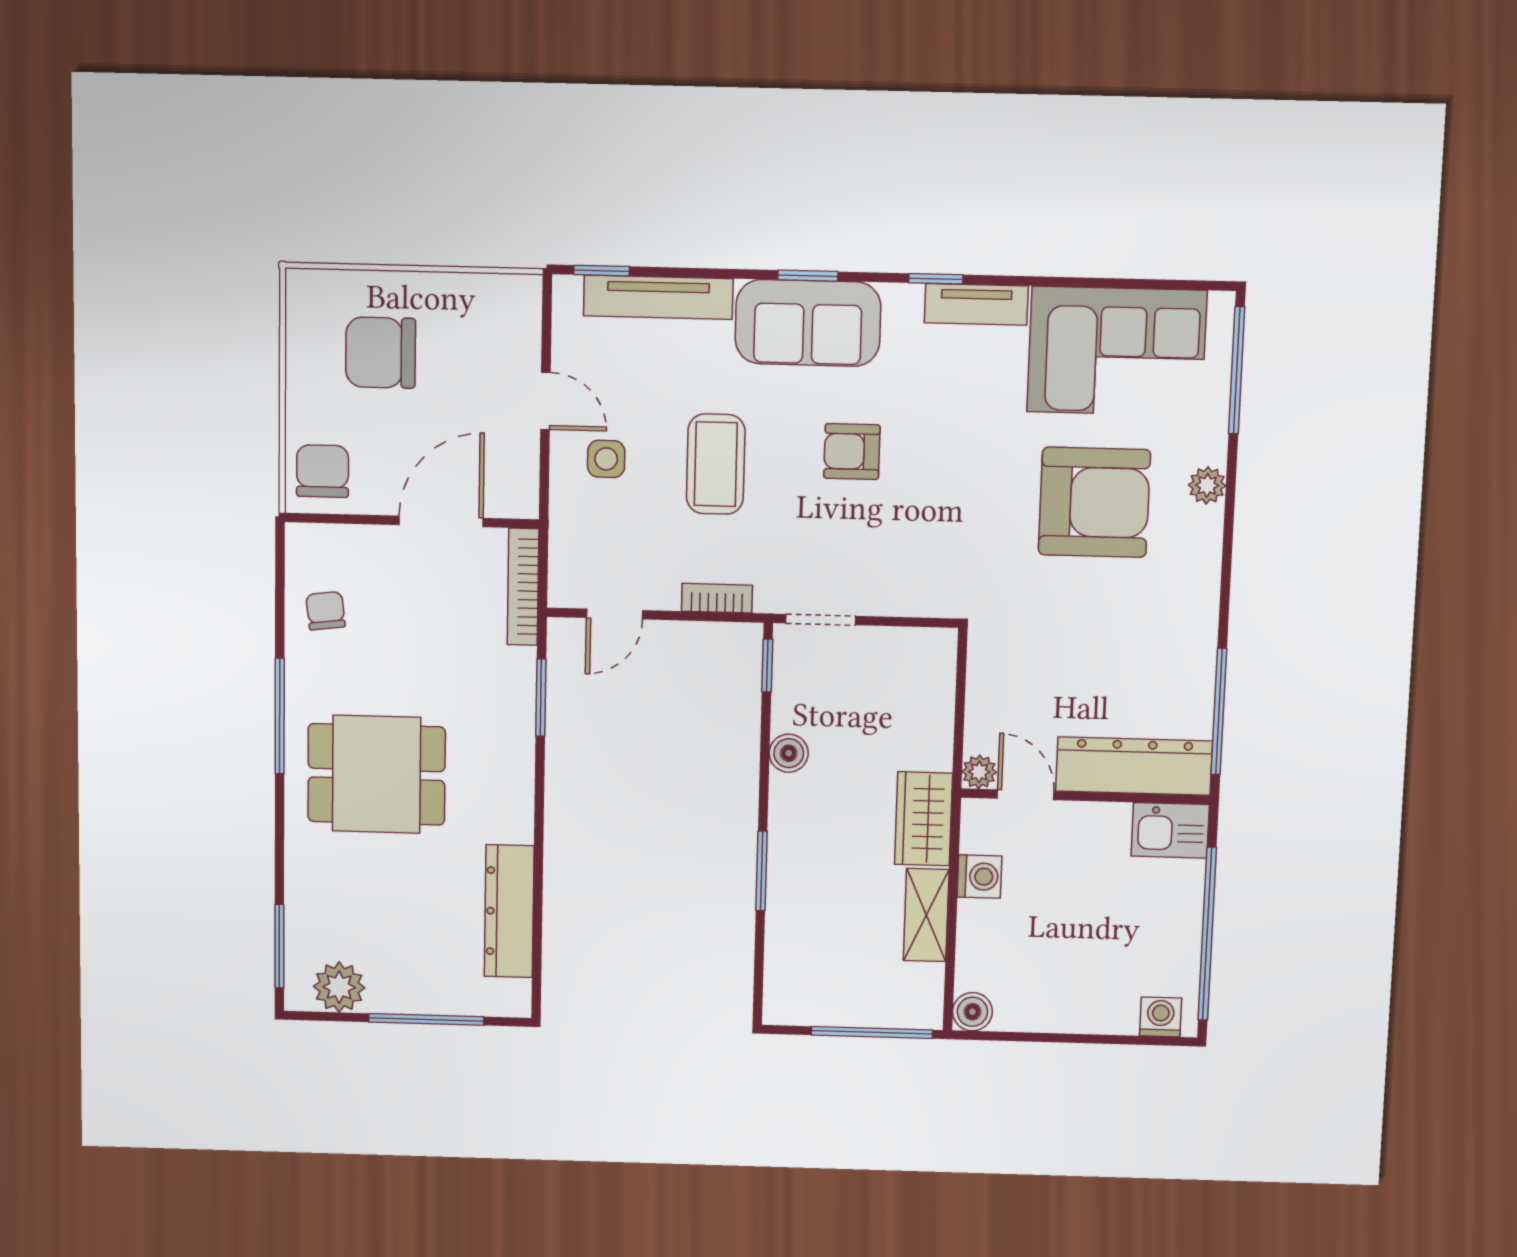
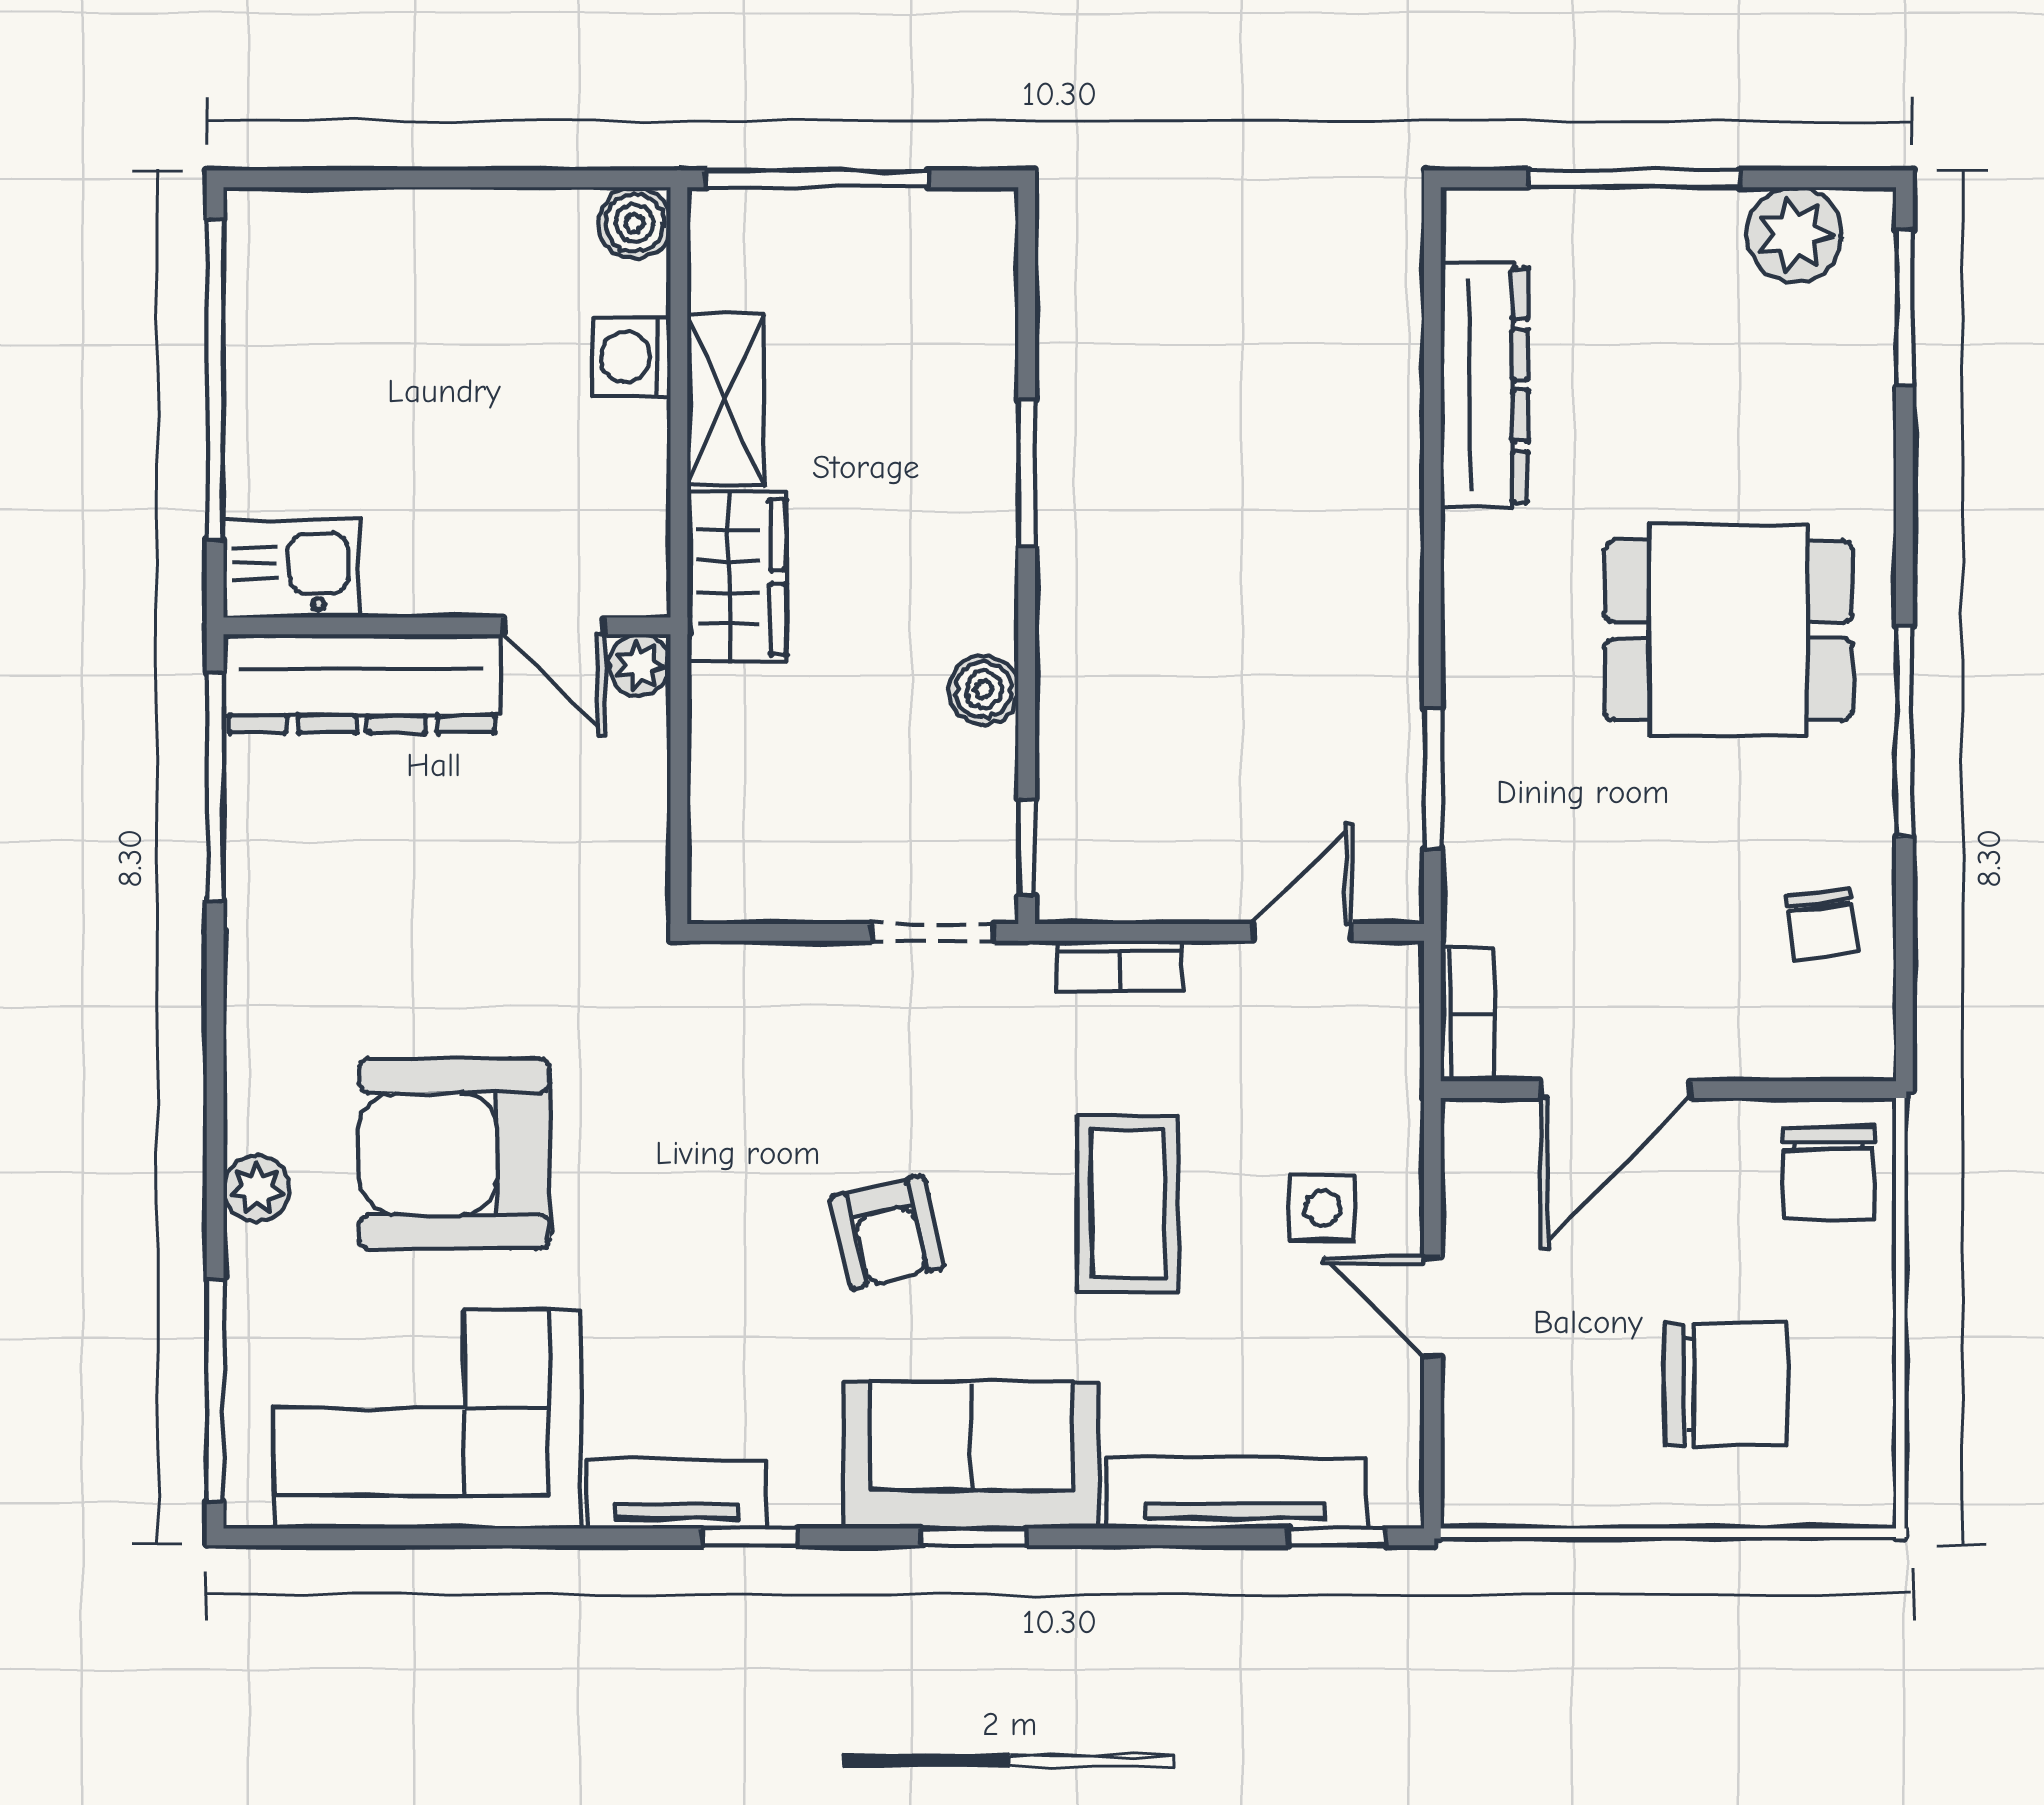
armchair: (852, 452) -> (887, 1232), turned 77
bookcase: (523, 587) -> (1467, 1014), width x0.64
washing machine: (979, 877) -> (632, 357), moved
washing machine: (1161, 1017) -> (292, 224), removed

